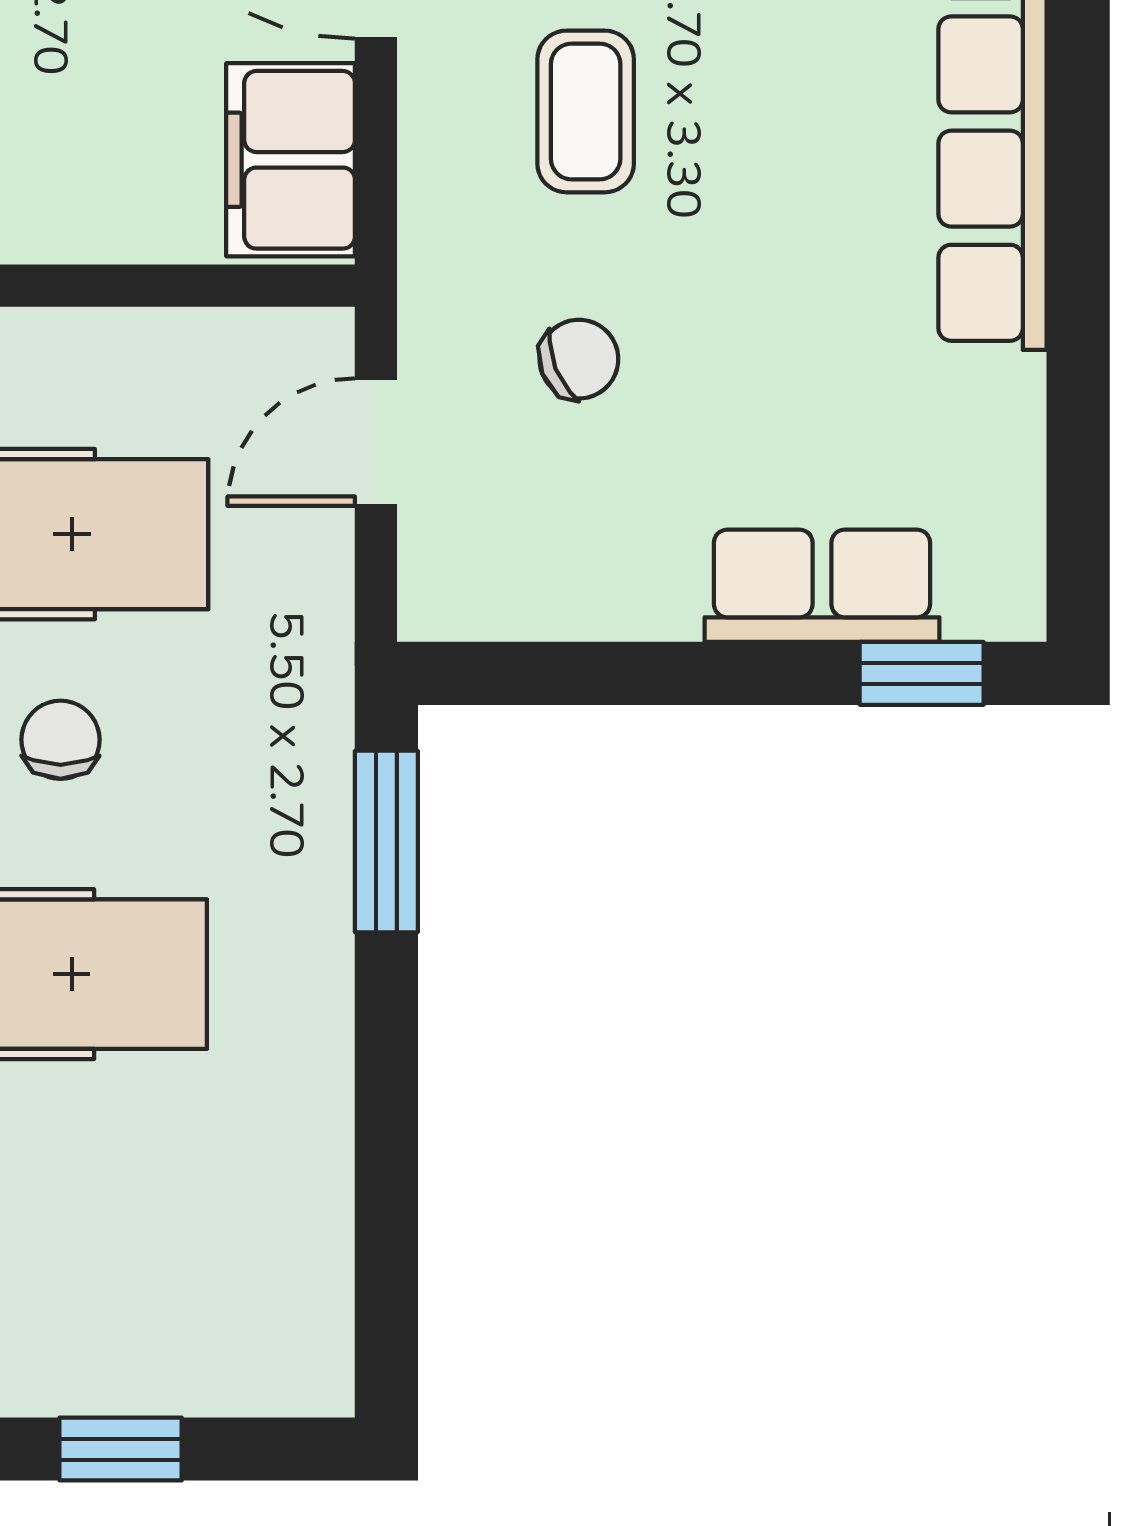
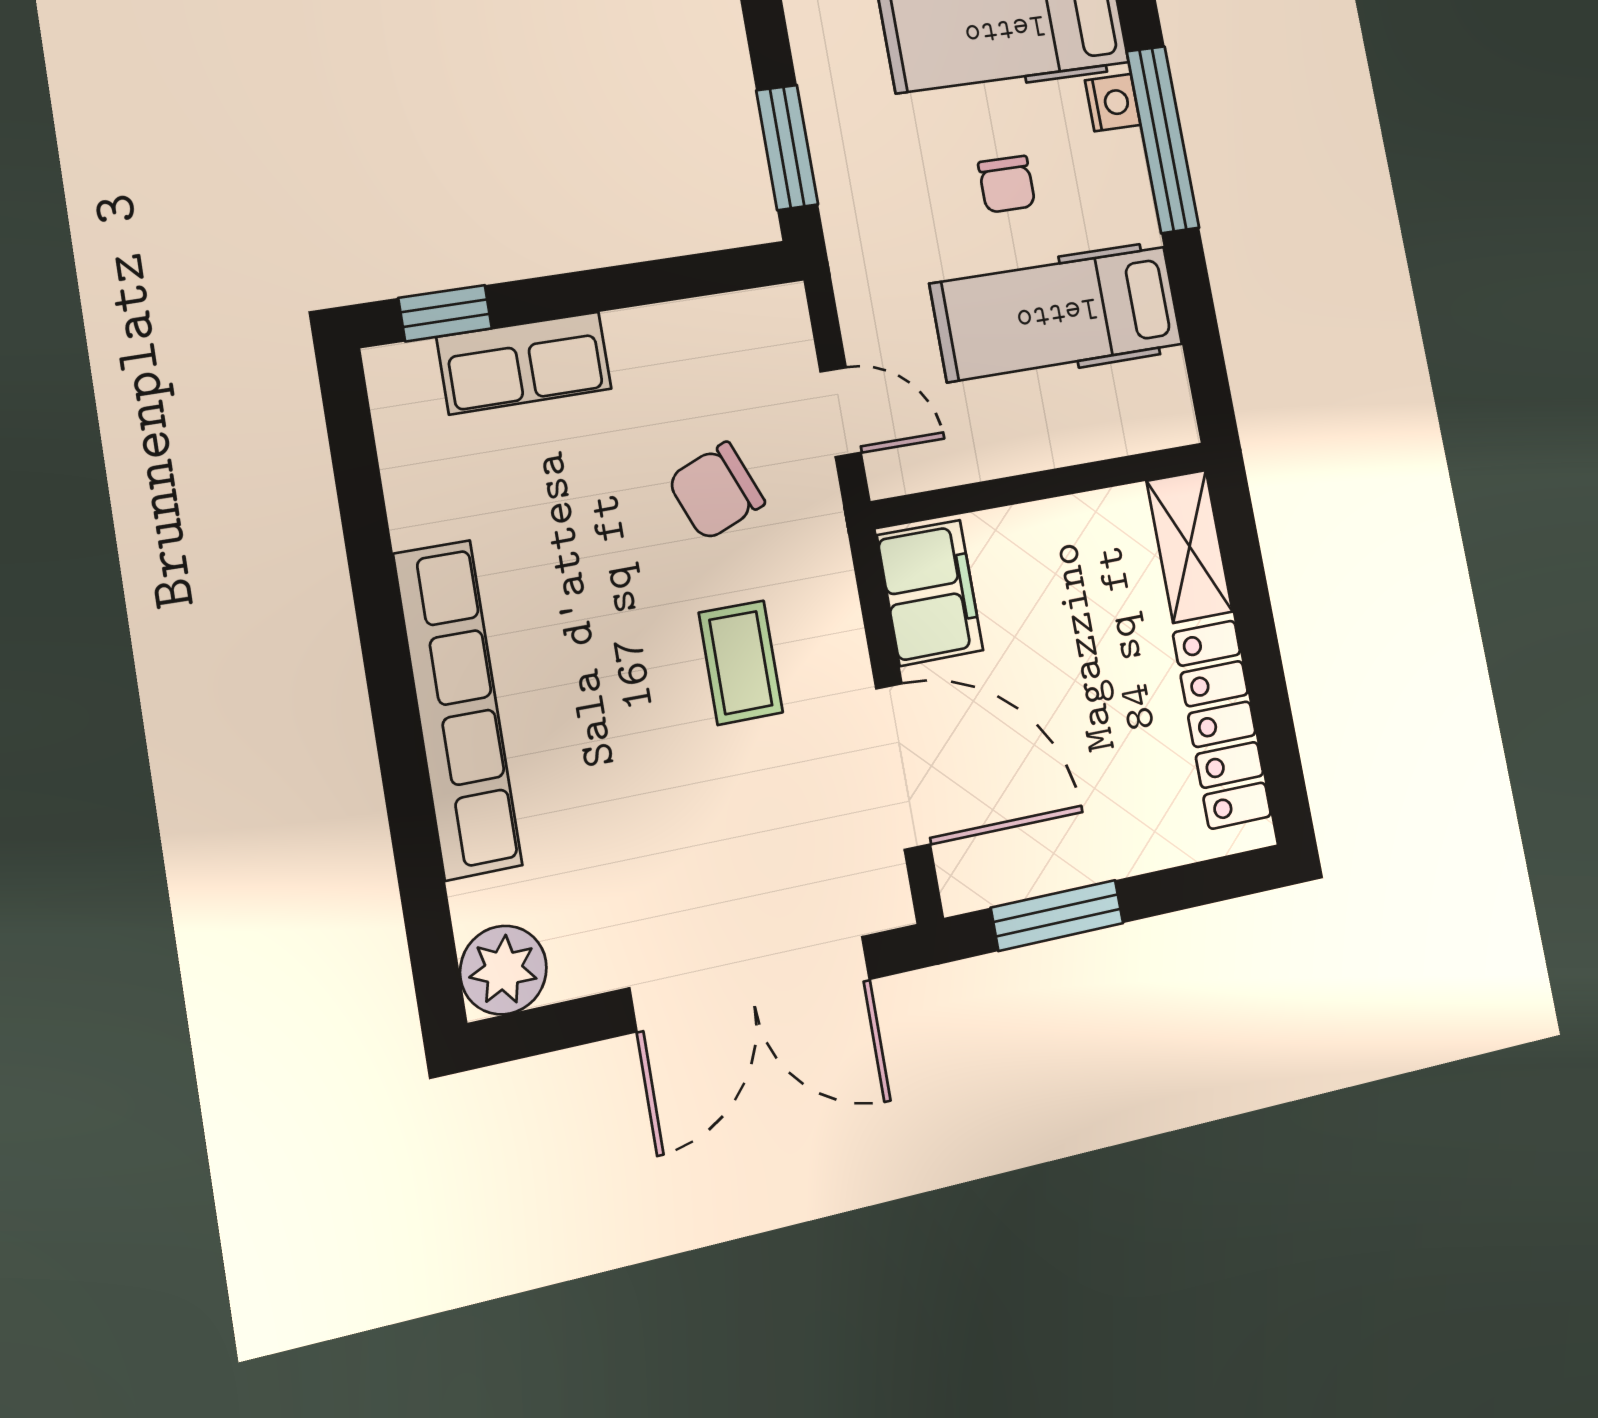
chair: (579, 359) -> (716, 491), width x1.37, depth x1.37
door: (376, 442) -> (841, 412), hinge flipped

